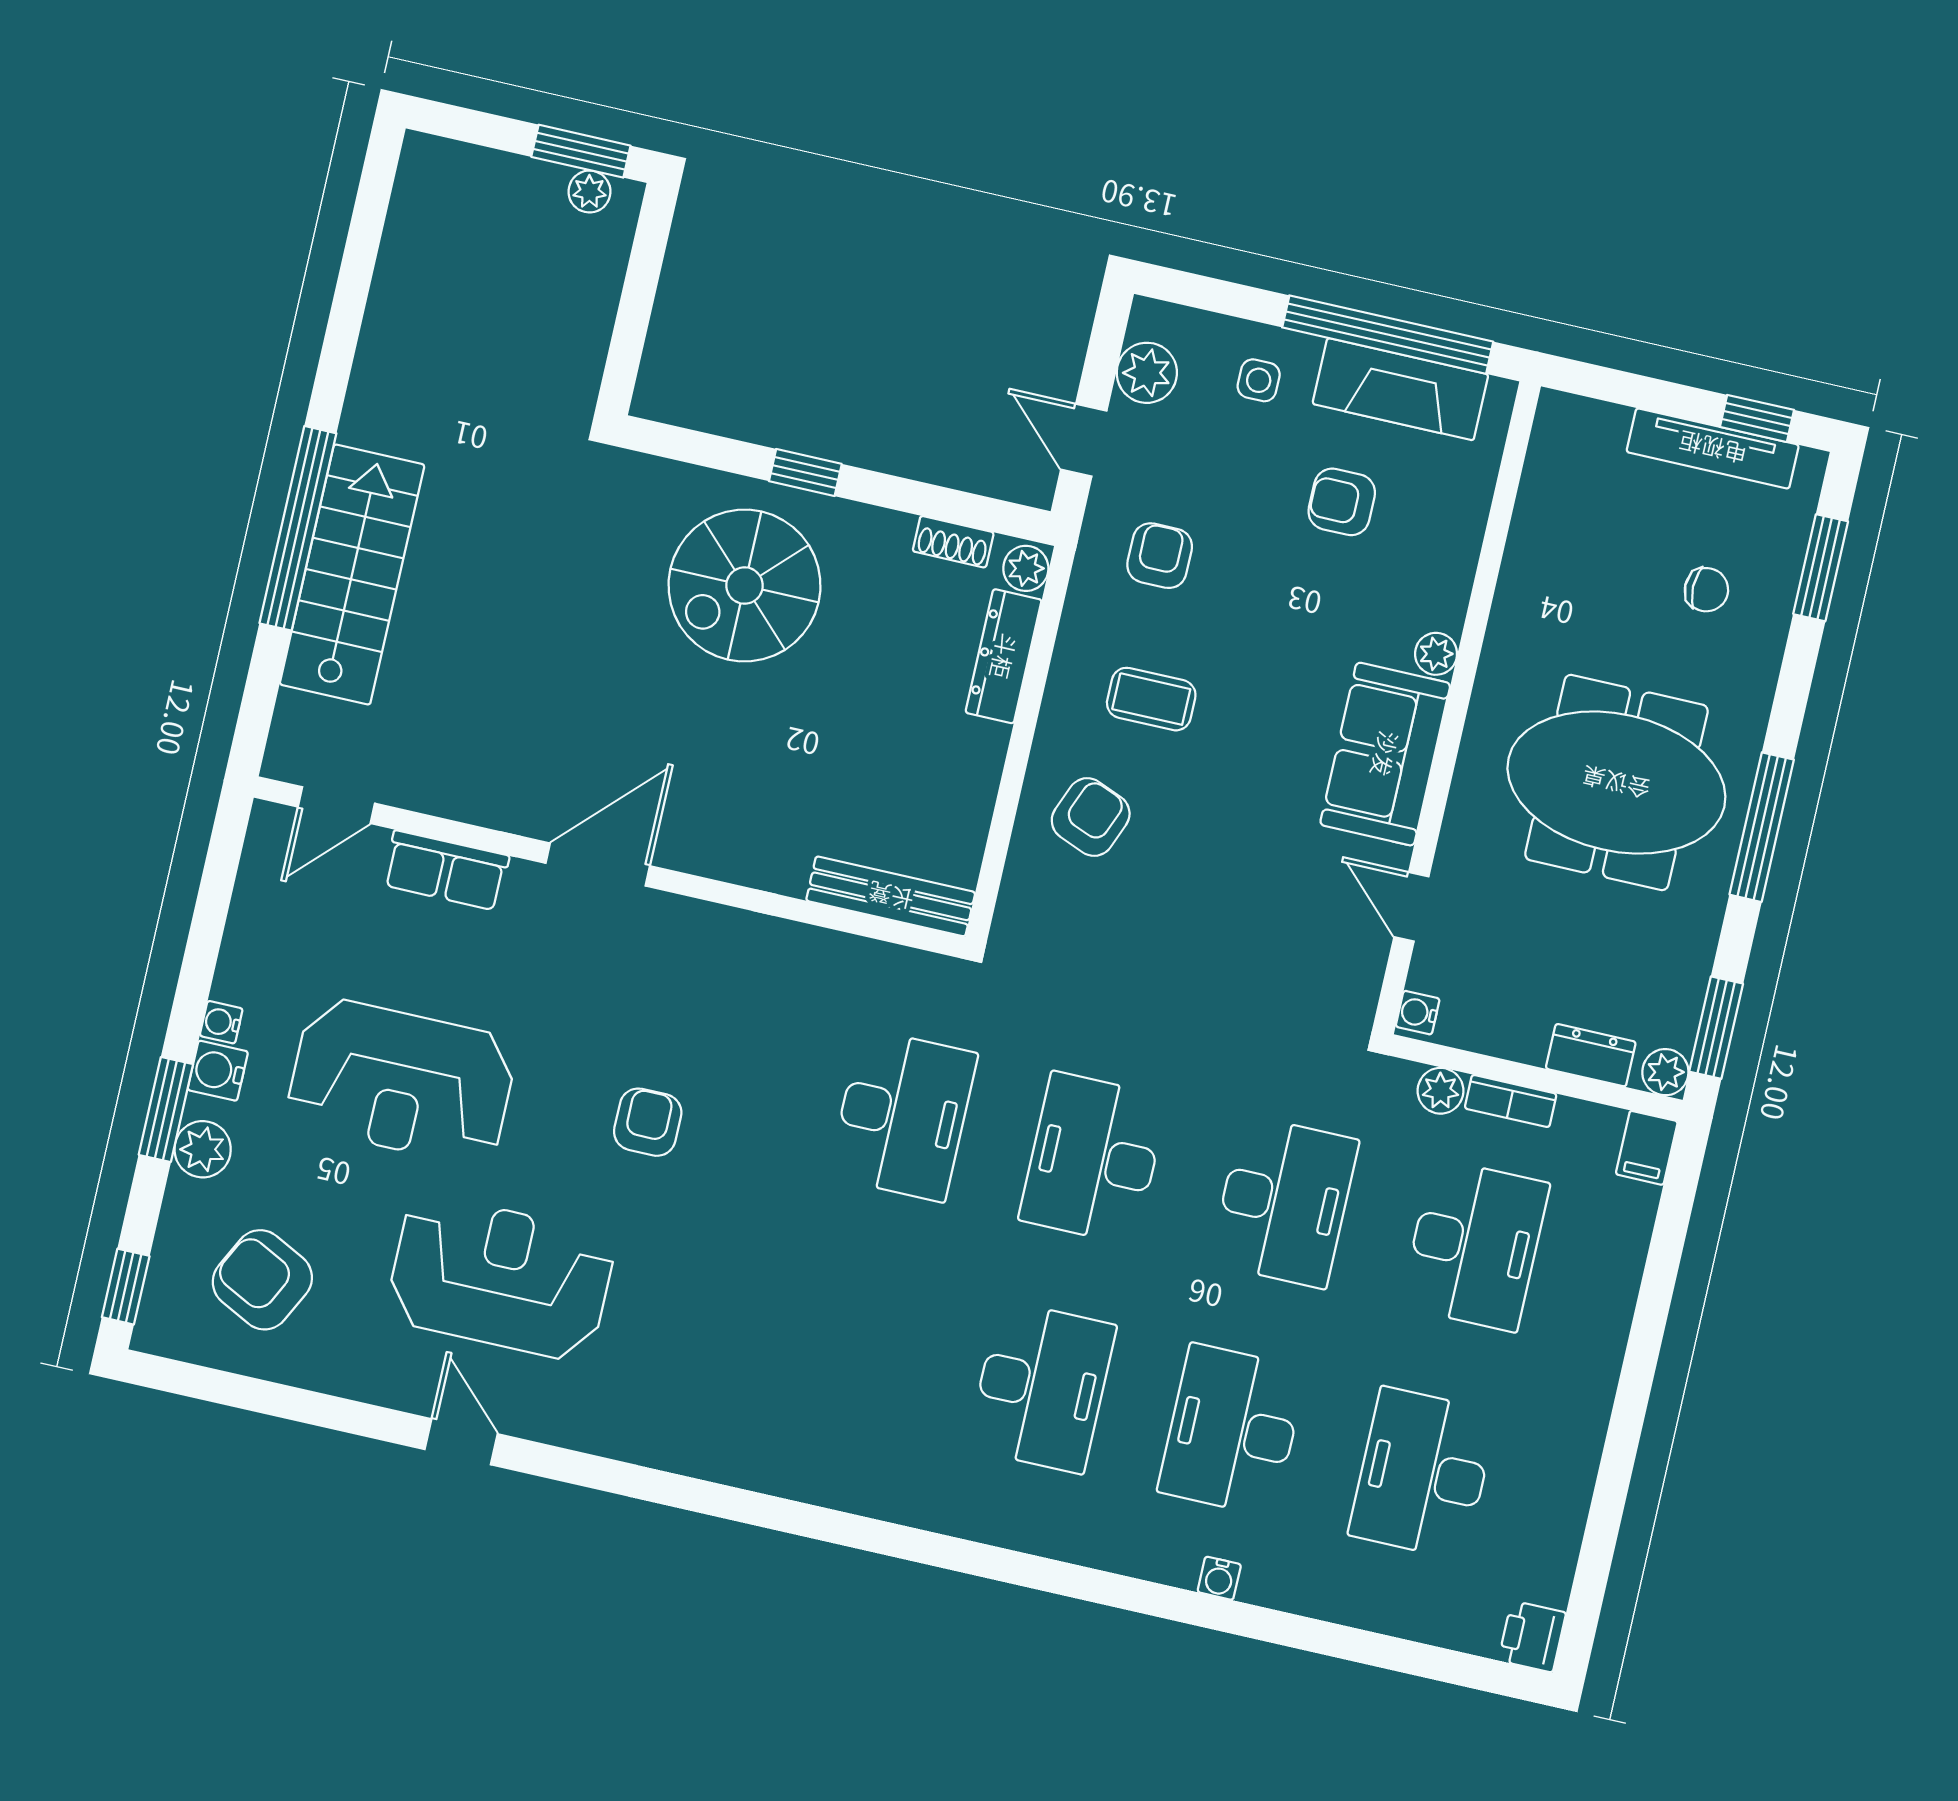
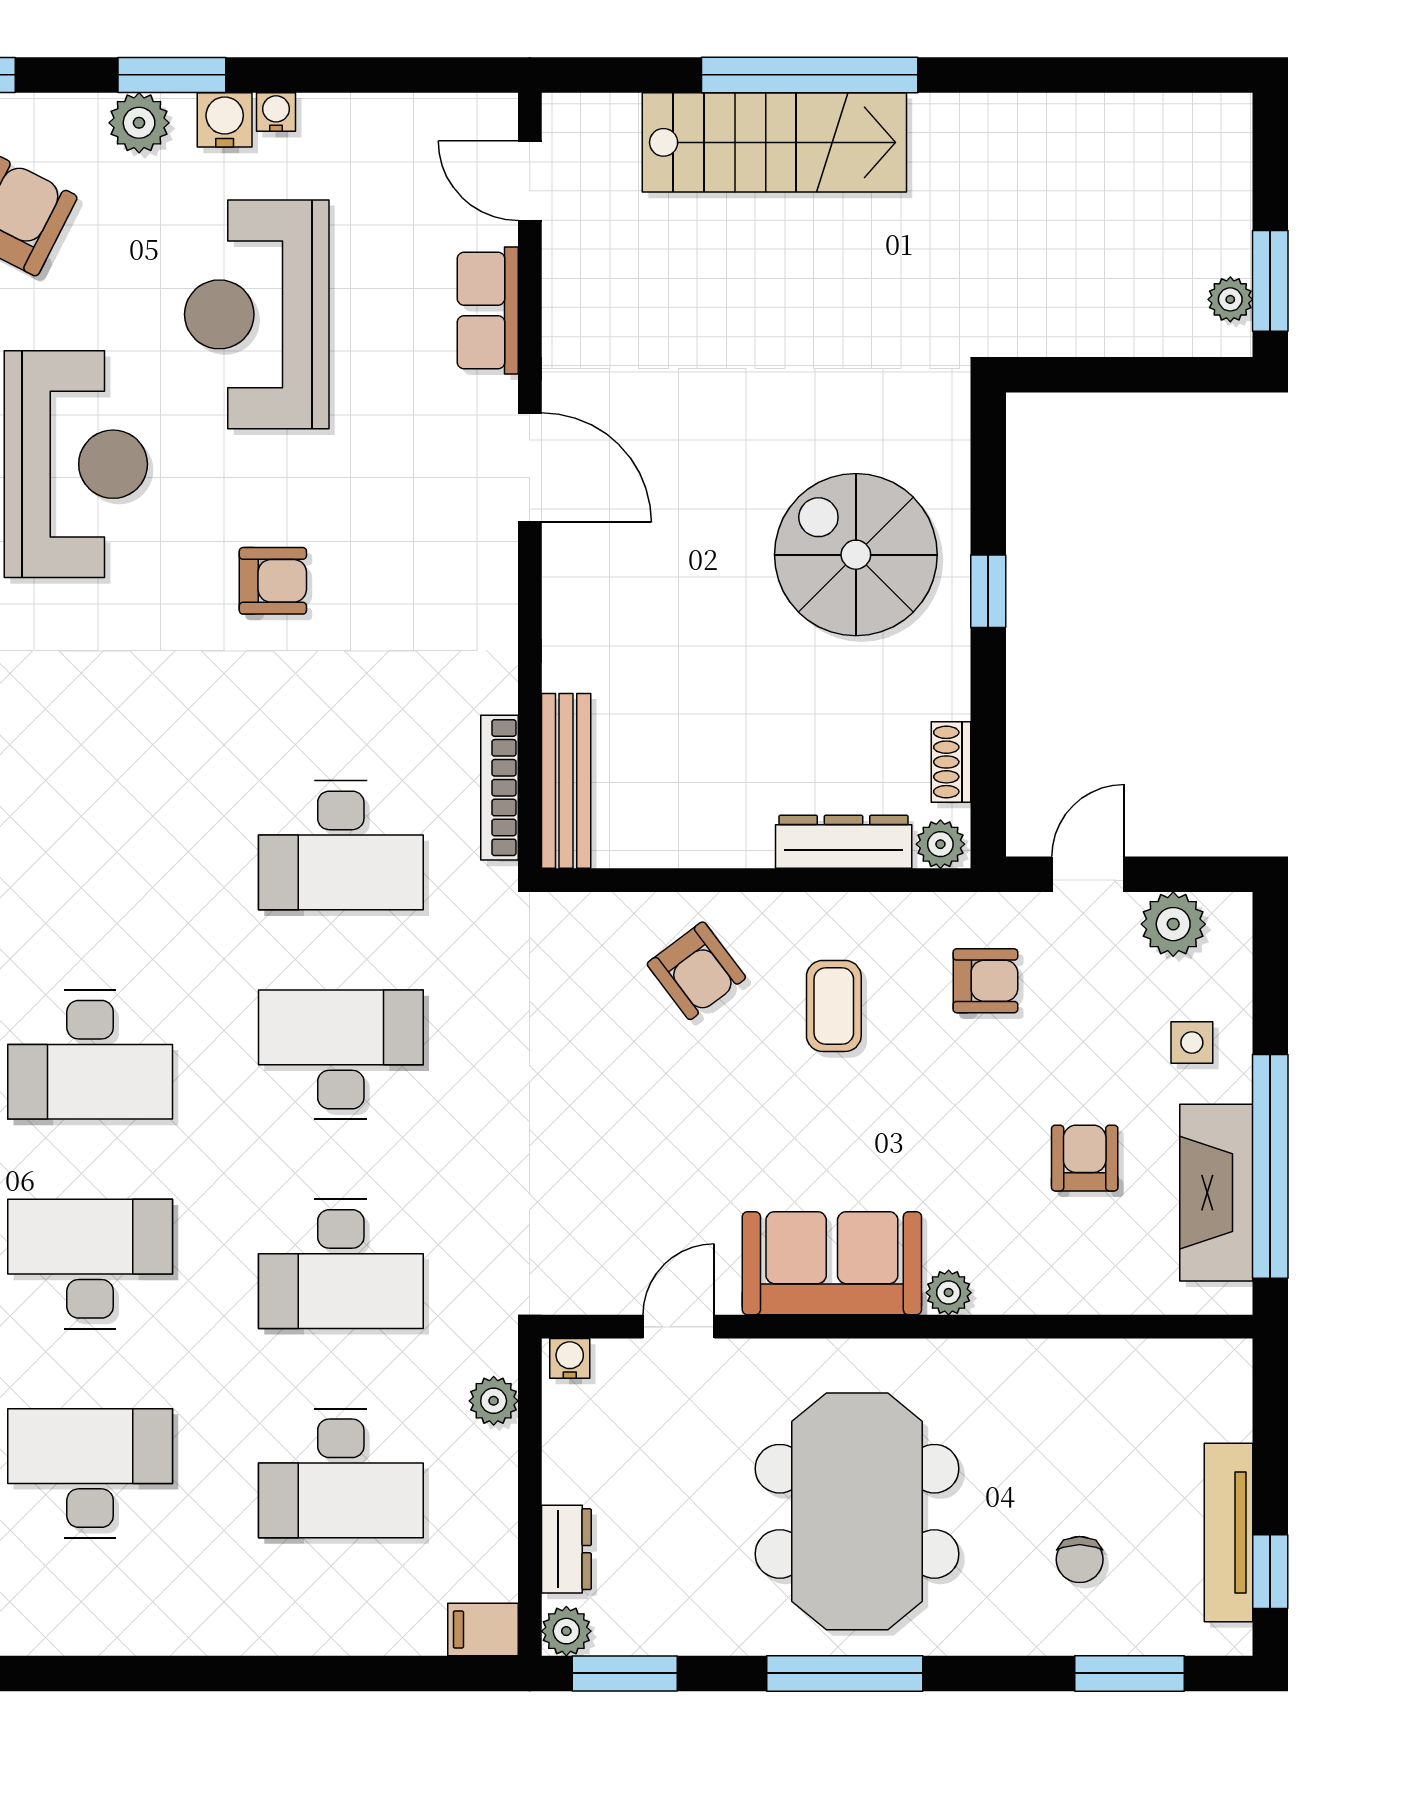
armchair: (1091, 817) -> (696, 971), turned 31
bookcase: (1511, 1101) -> (499, 788), moved, width x1.56

